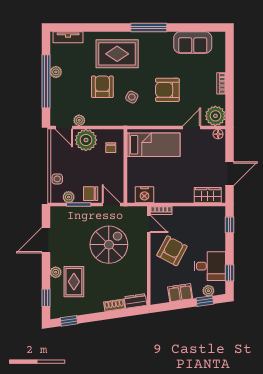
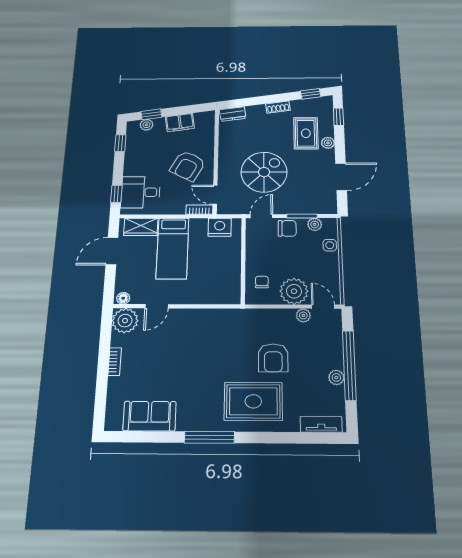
armchair: (167, 90) -> (186, 354), removed
side table: (132, 97) -> (234, 345), removed
bed: (153, 145) -> (173, 248), moved, turned -90
door: (111, 204) -> (261, 216), swing flipped
spiral stairs: (109, 245) -> (264, 172), turned 180
desk: (210, 266) -> (141, 192), moved
shoe rack: (114, 305) -> (278, 107), moved

